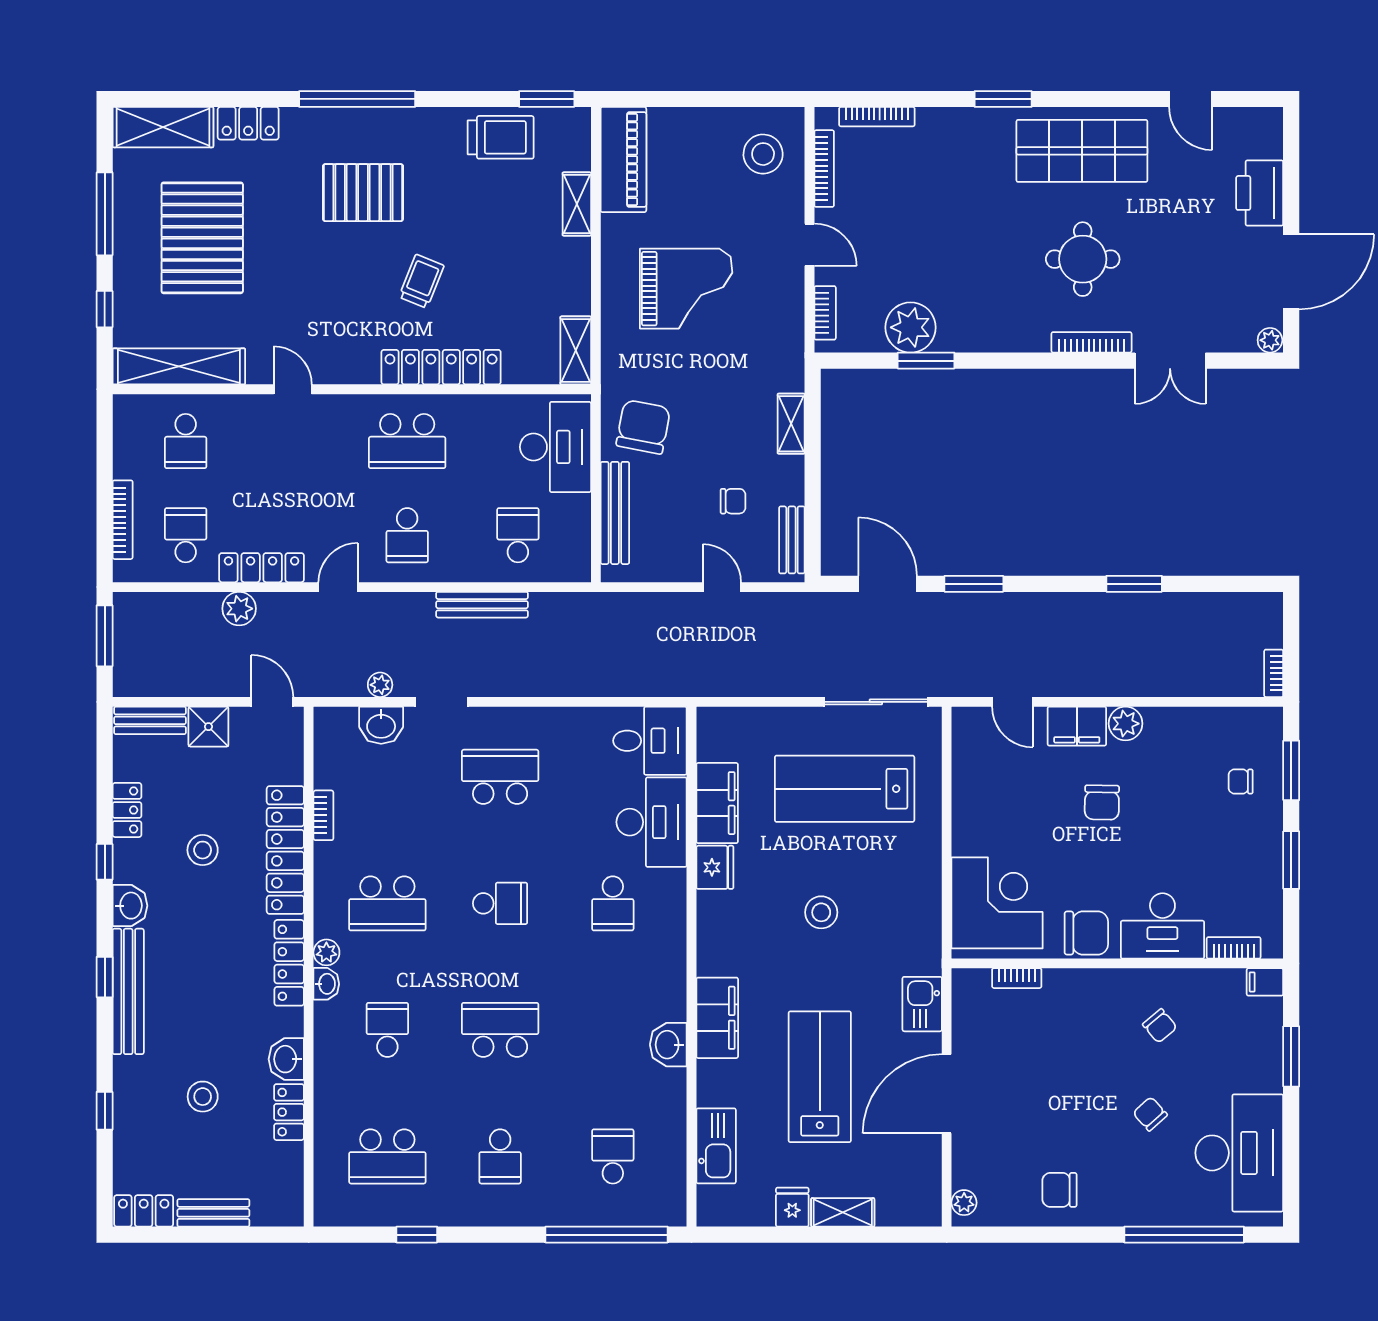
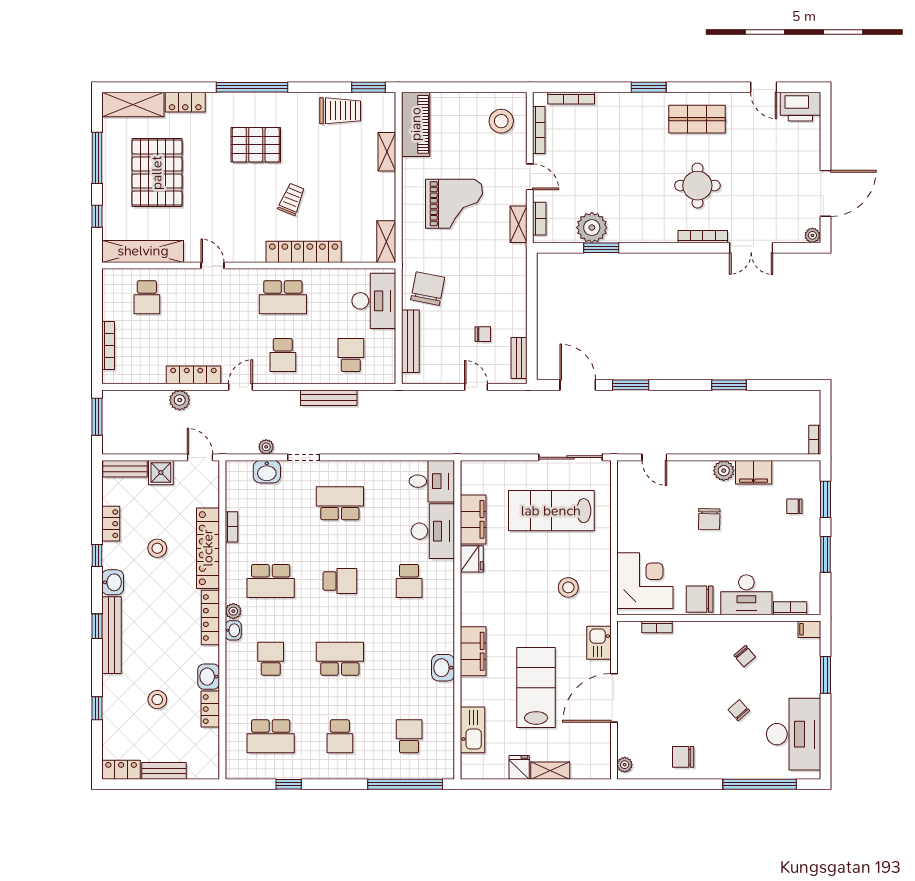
shop shelf: (1082, 151) -> (697, 119), width x0.70, depth x0.74
printer: (1260, 193) -> (800, 107), moved, turned -90
shelving: (791, 424) -> (519, 224), moved
school desk: (186, 535) -> (147, 355), removed
filing cabinet: (1077, 726) -> (754, 472), moved
stool: (821, 912) -> (568, 587), moved
chair: (1086, 933) -> (700, 599), turned 180

